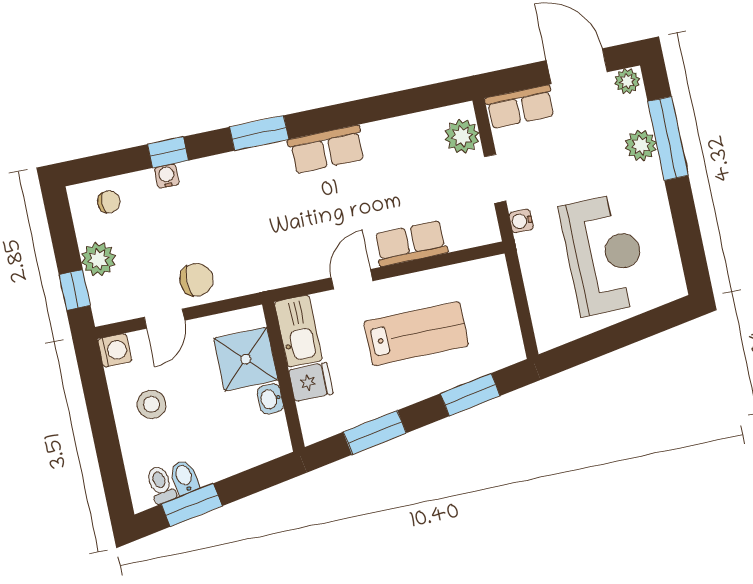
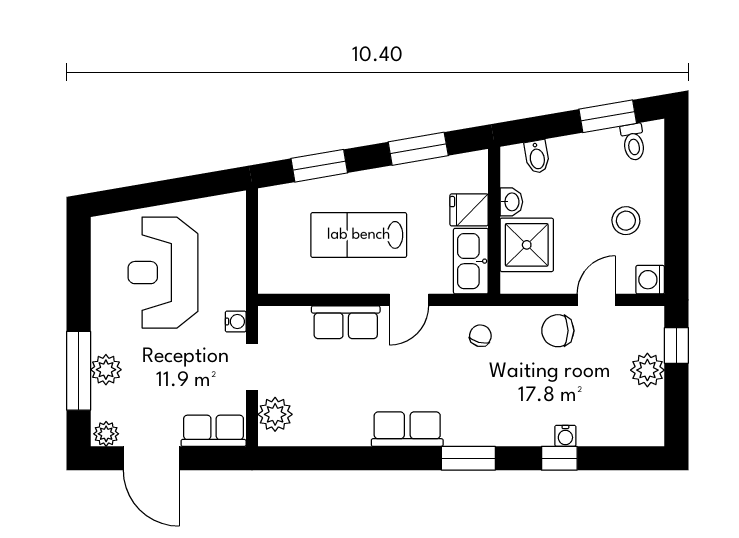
chair: (109, 202) -> (480, 336), moved, turned 105
bidet: (184, 477) -> (537, 157), moved

